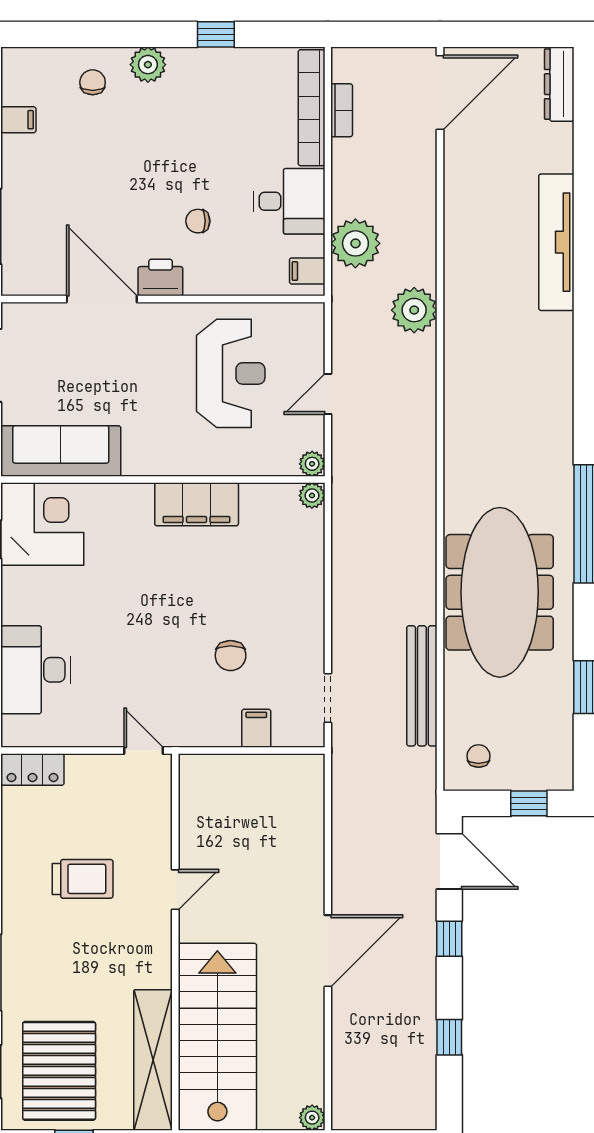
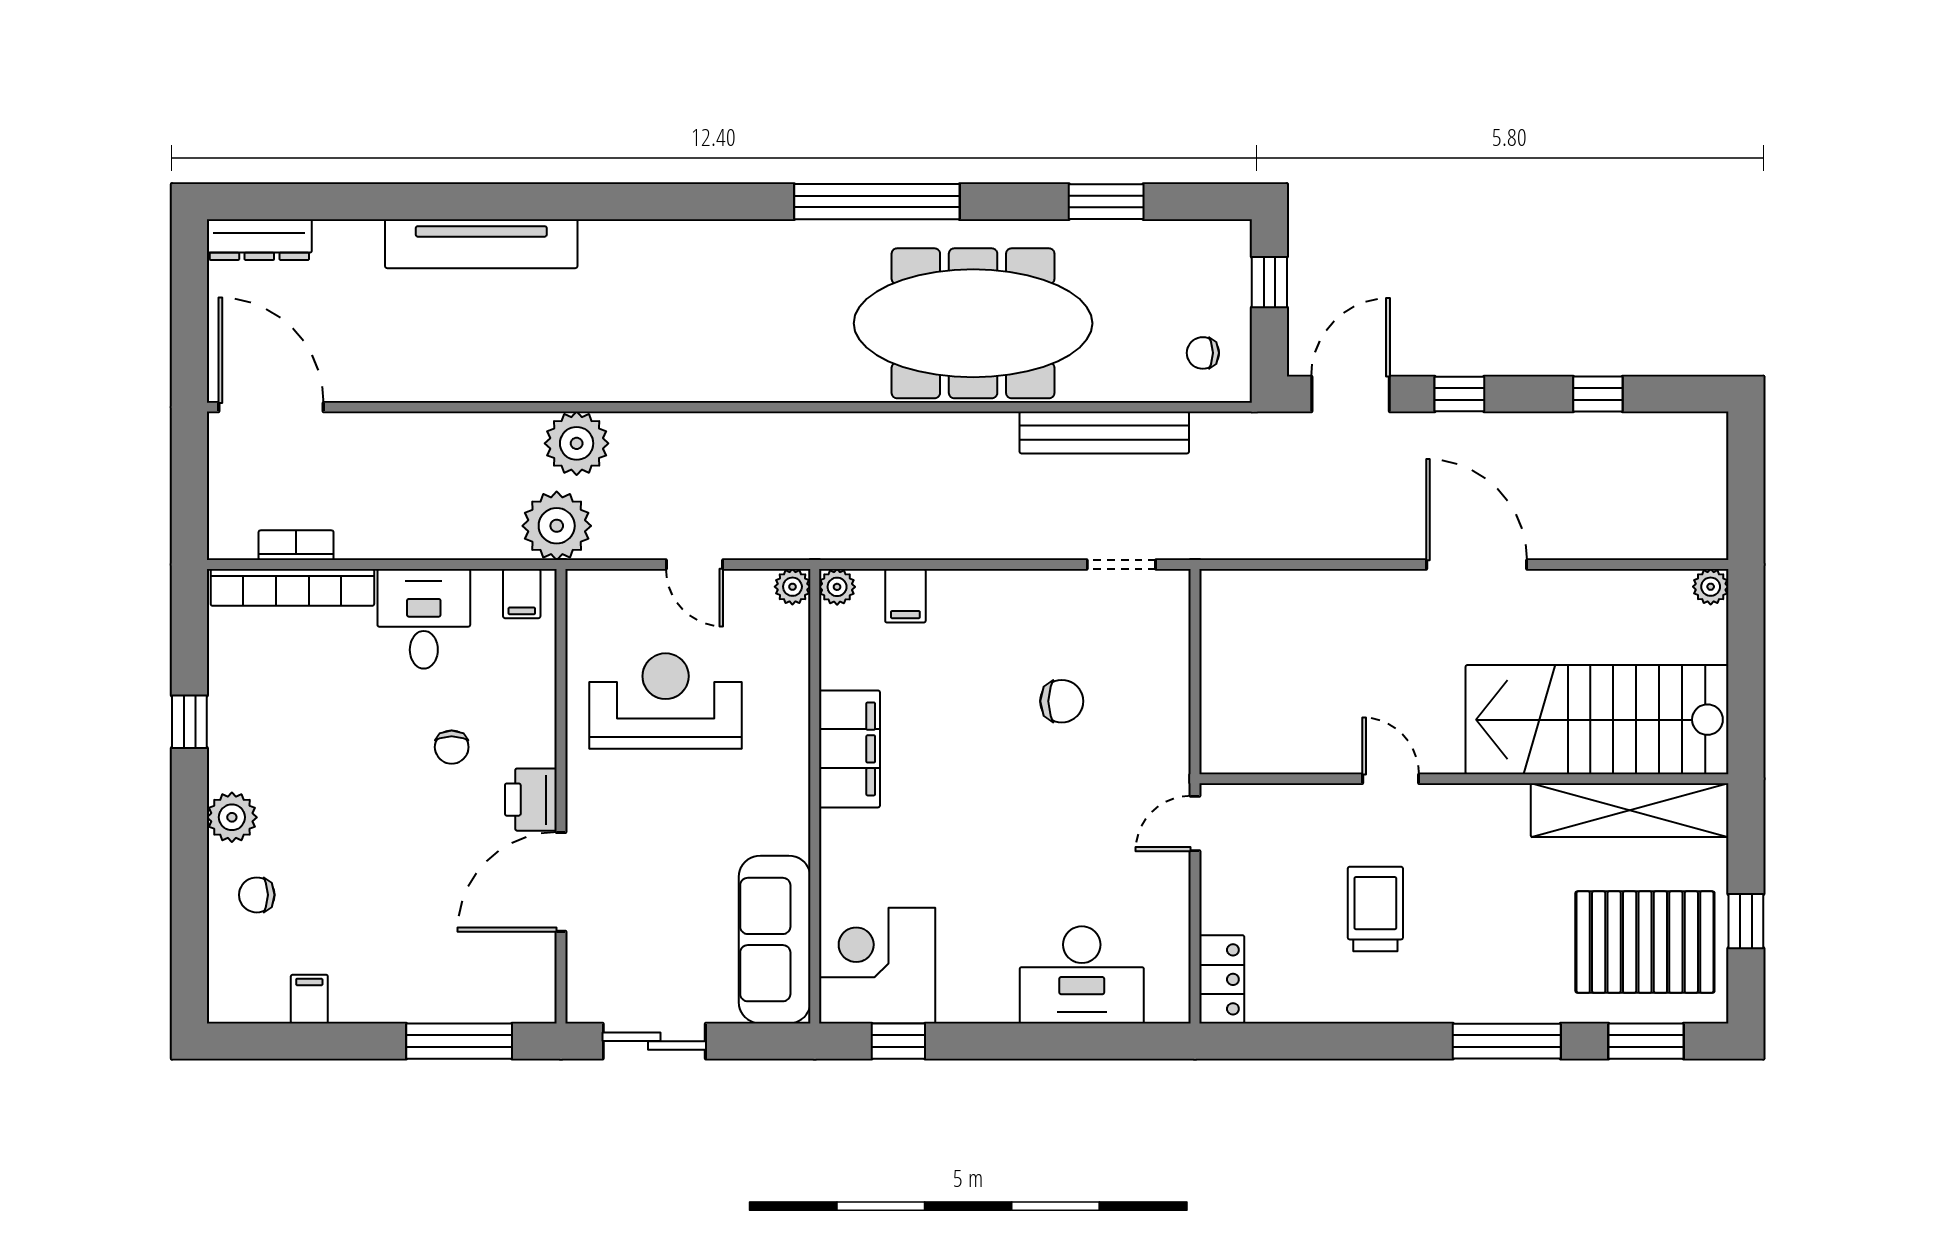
plant: (355, 243) -> (557, 526), moved
filing cabinet: (256, 728) -> (905, 596), moved, turned -90

